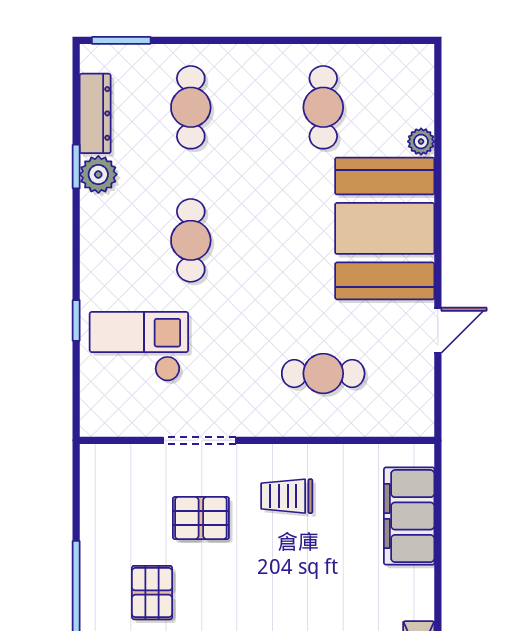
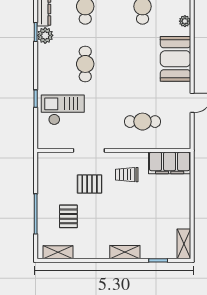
booth: (385, 228) -> (176, 59), width x0.73, depth x0.70
filing cabinet: (409, 516) -> (170, 163), moved, turned -90

